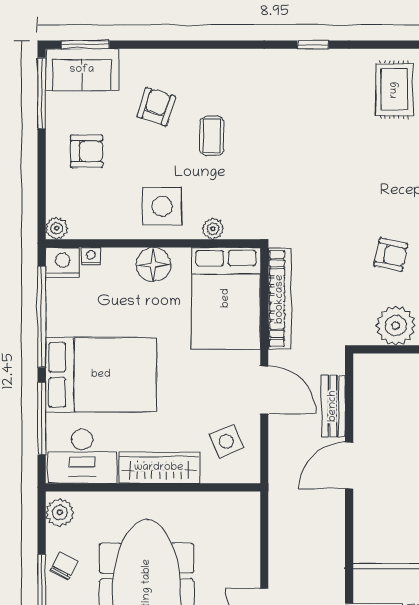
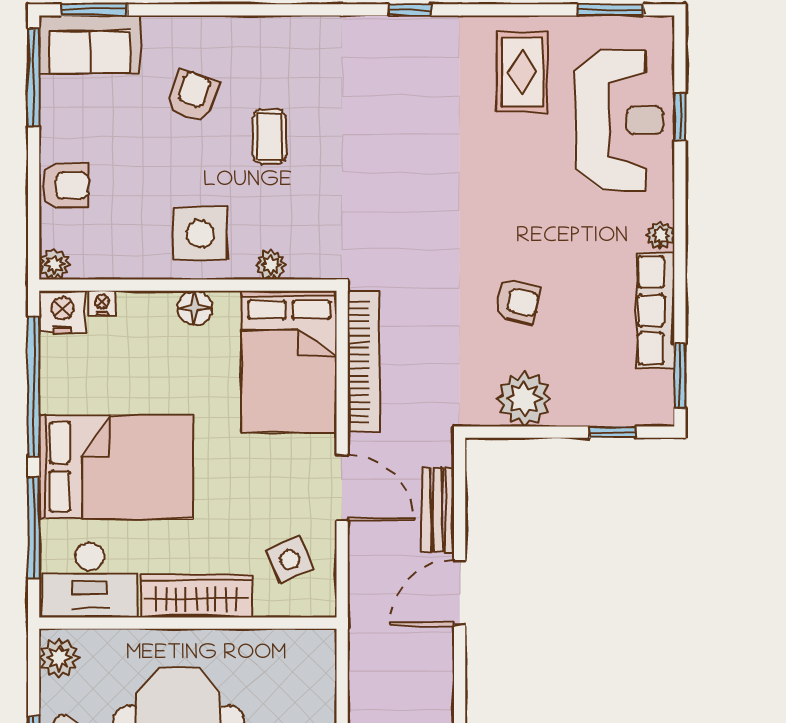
armchair: (87, 151) -> (66, 185), moved
floor lamp: (153, 264) -> (195, 308), width x0.73, depth x0.73

